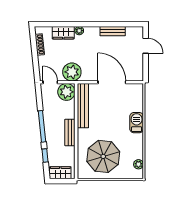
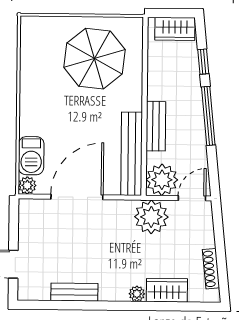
door: (50, 82) -> (192, 198), swing flipped
door: (112, 82) -> (77, 197), swing flipped
barbecue: (137, 123) -> (31, 156), moved
bench: (70, 132) -> (156, 126), moved
plant: (138, 164) -> (27, 185), moved

